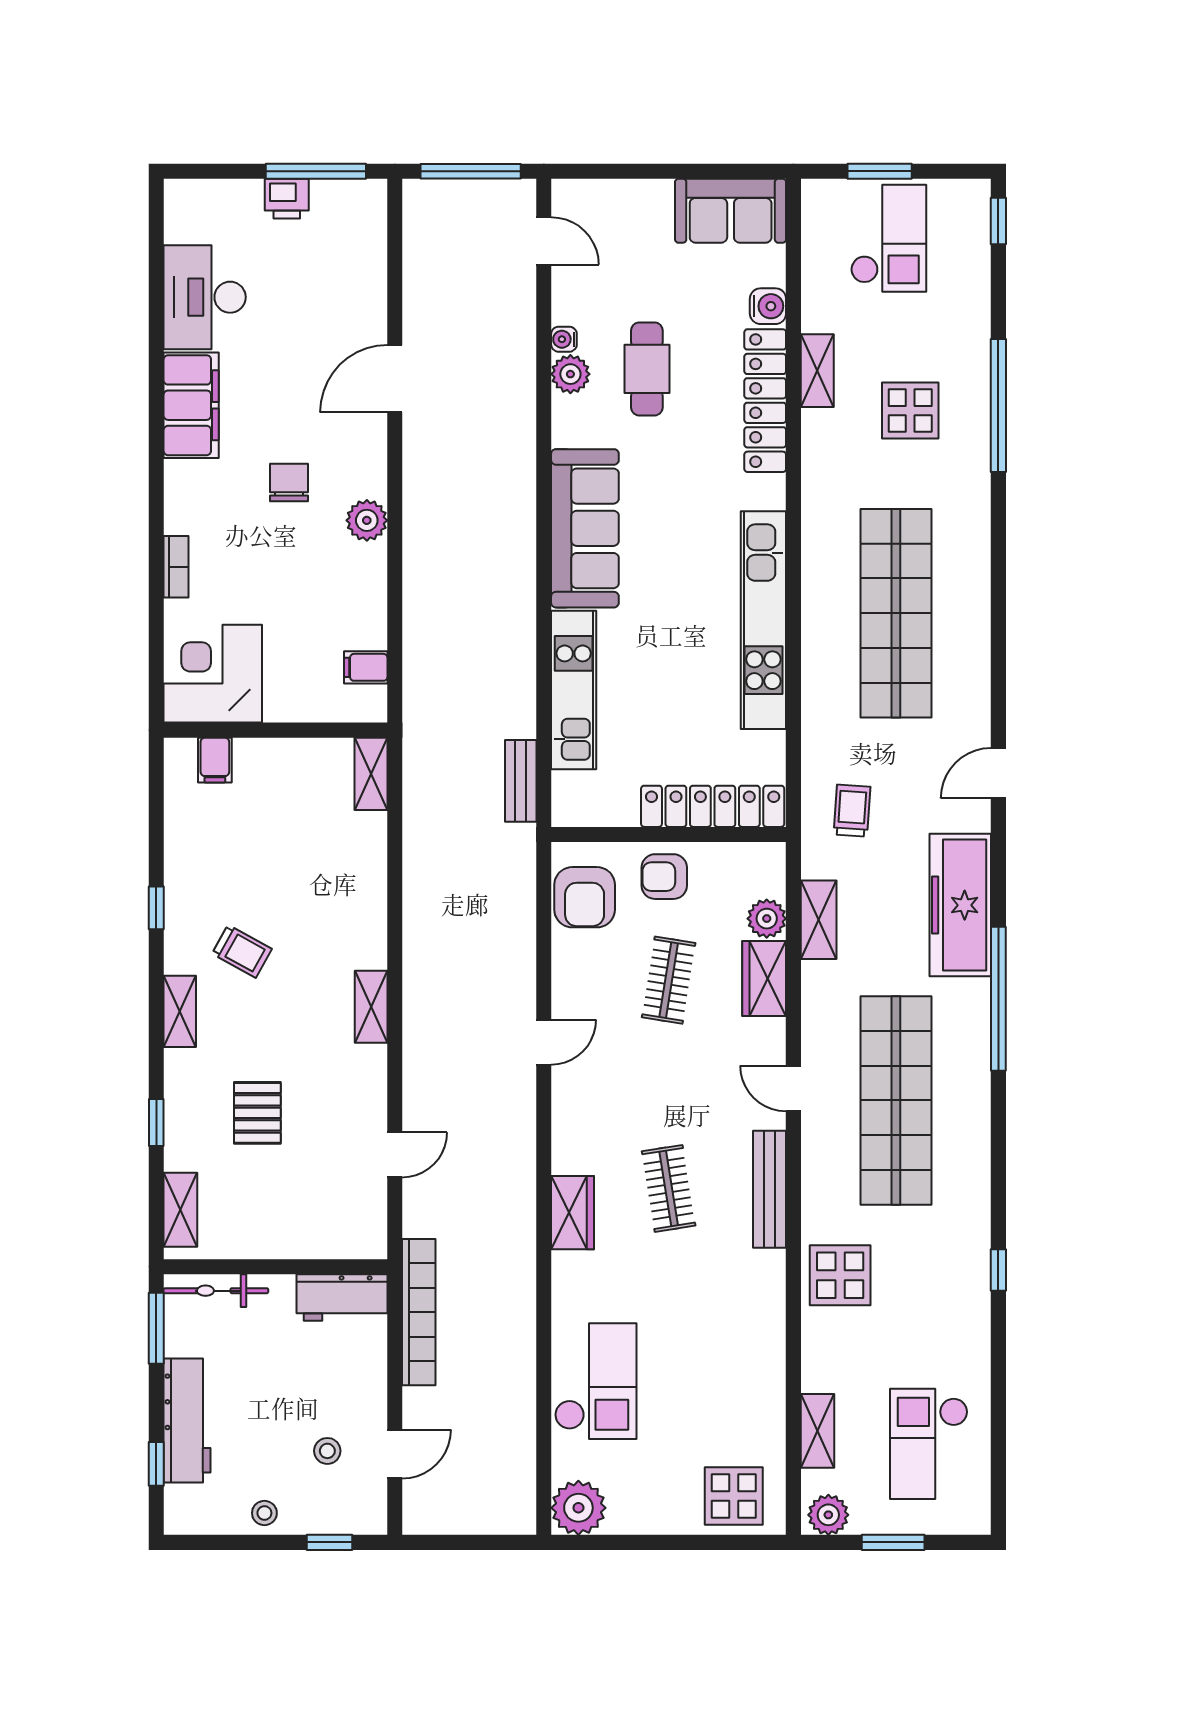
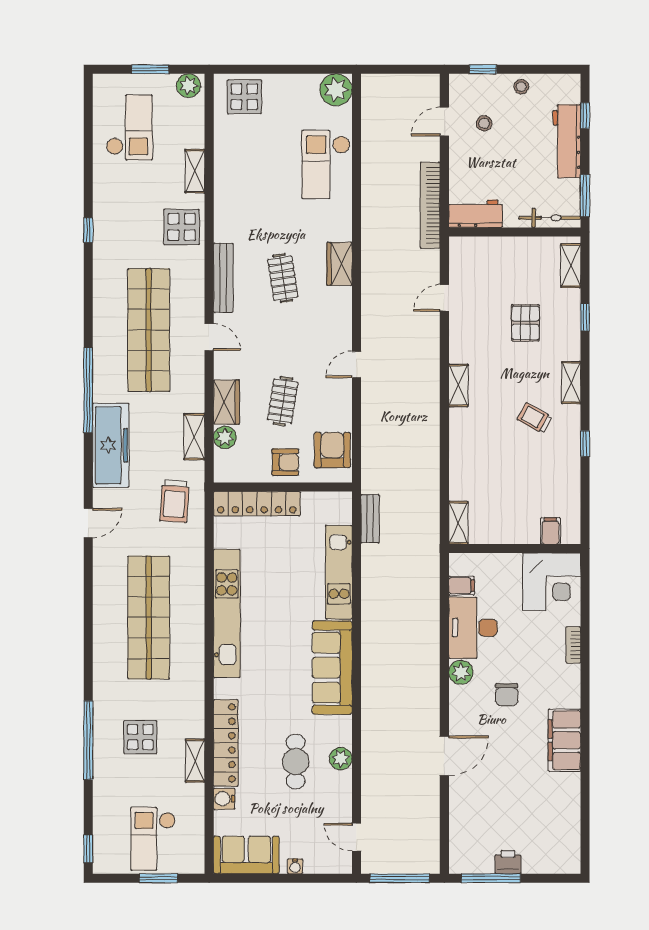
desk: (205, 297) -> (473, 628), moved, turned 180
water cooler: (564, 339) -> (295, 866), moved, turned 90
trolley: (852, 811) -> (175, 501), width x1.36, depth x1.39
shelving: (818, 1431) -> (195, 171), moved

